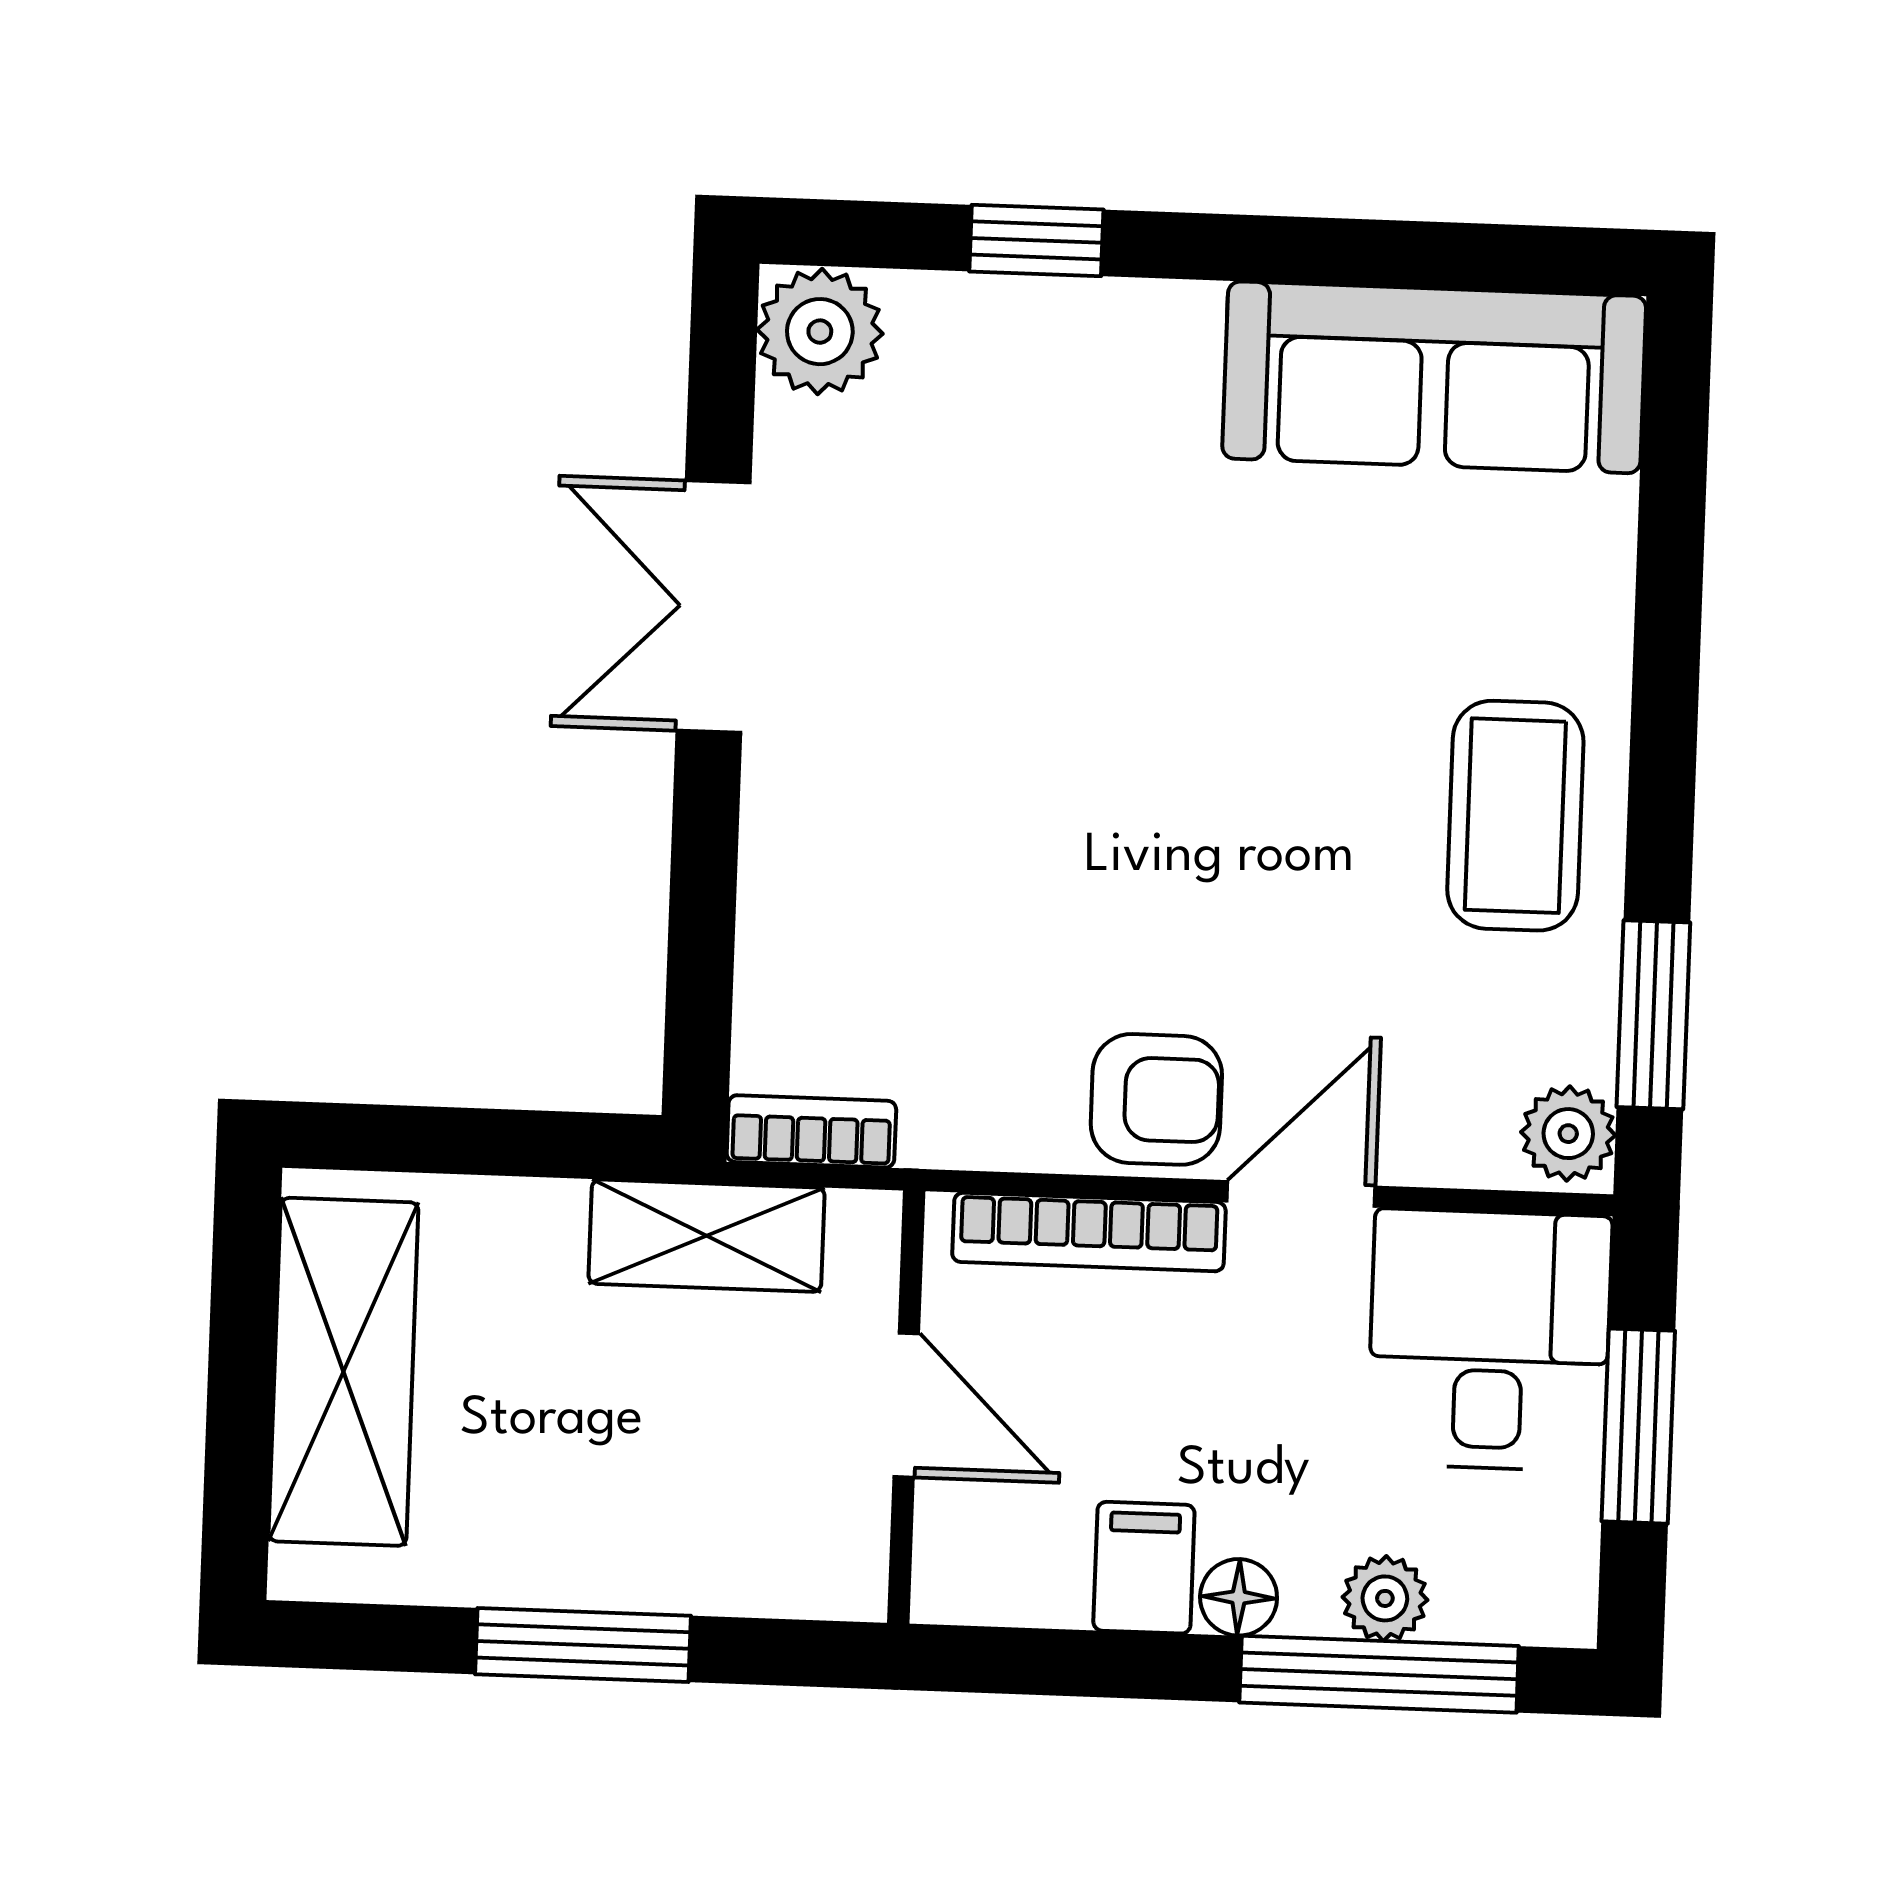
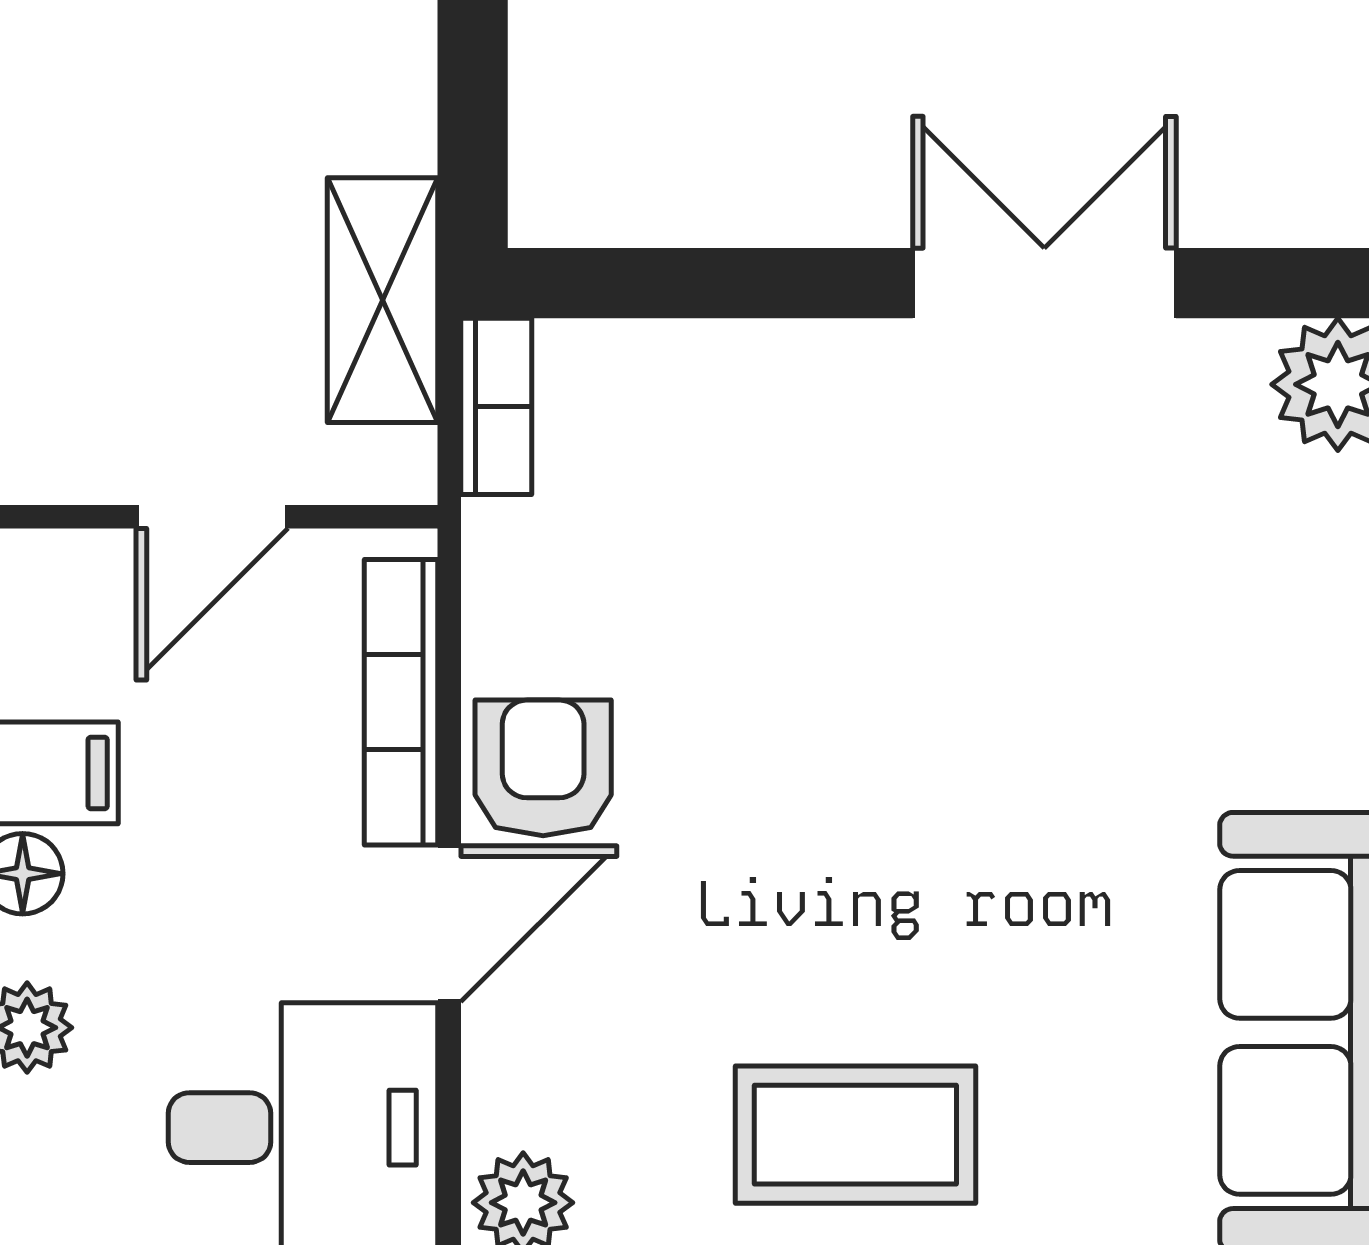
armchair: (1156, 1099) -> (543, 768), turned 180
door: (1301, 1194) -> (449, 924), hinge flipped

